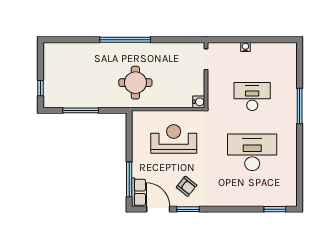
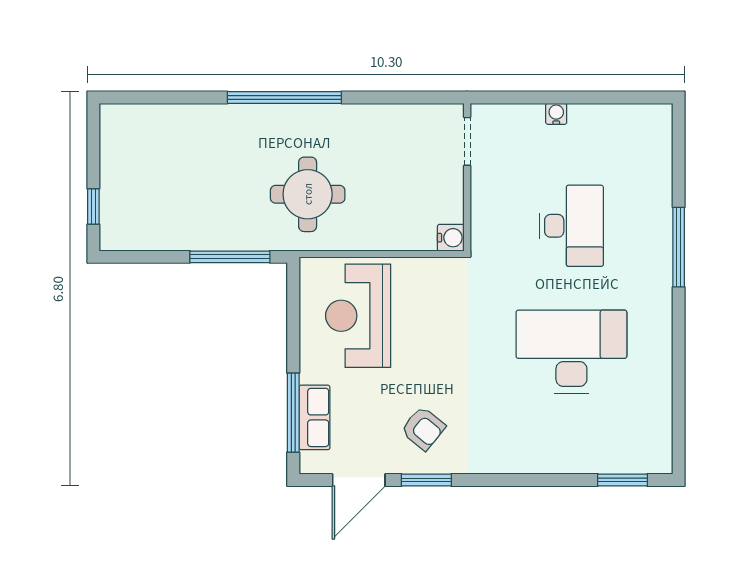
desk: (252, 97) -> (571, 226), turned 90
window: (81, 110) -> (230, 257), moved
reception desk: (174, 139) -> (358, 316), moved, turned -90
row of seats: (138, 192) -> (314, 417), moved
door: (158, 209) -> (359, 480), swing flipped

